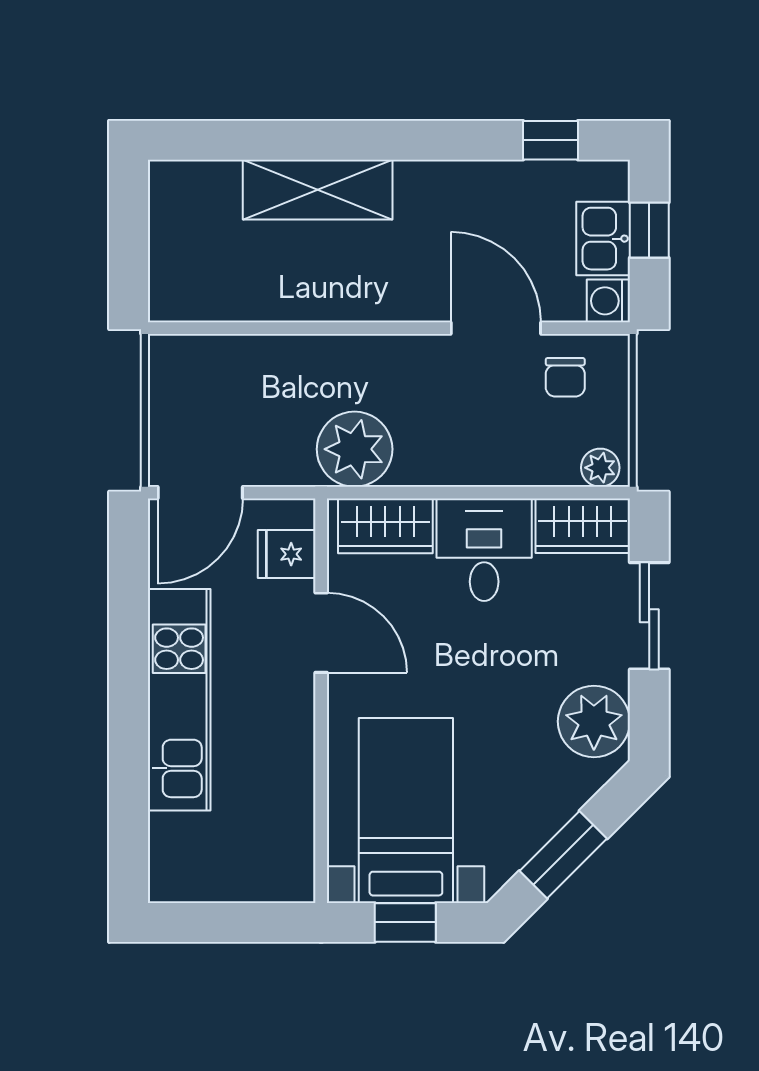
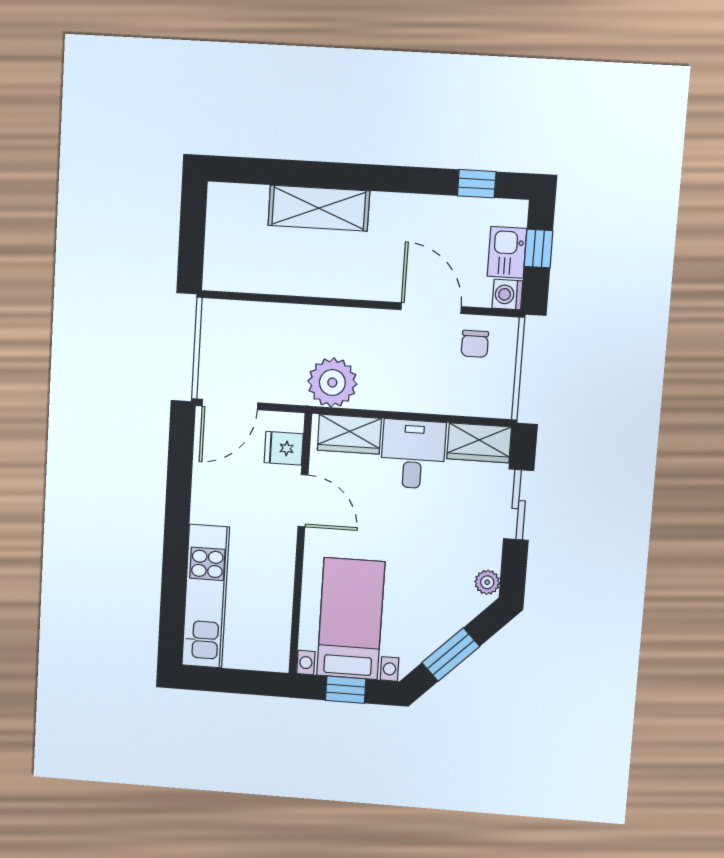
plant: (600, 468) -> (494, 405), removed
kitchen unit: (179, 700) -> (206, 596), moved
plant: (594, 721) -> (487, 582), width x0.53, depth x0.53

